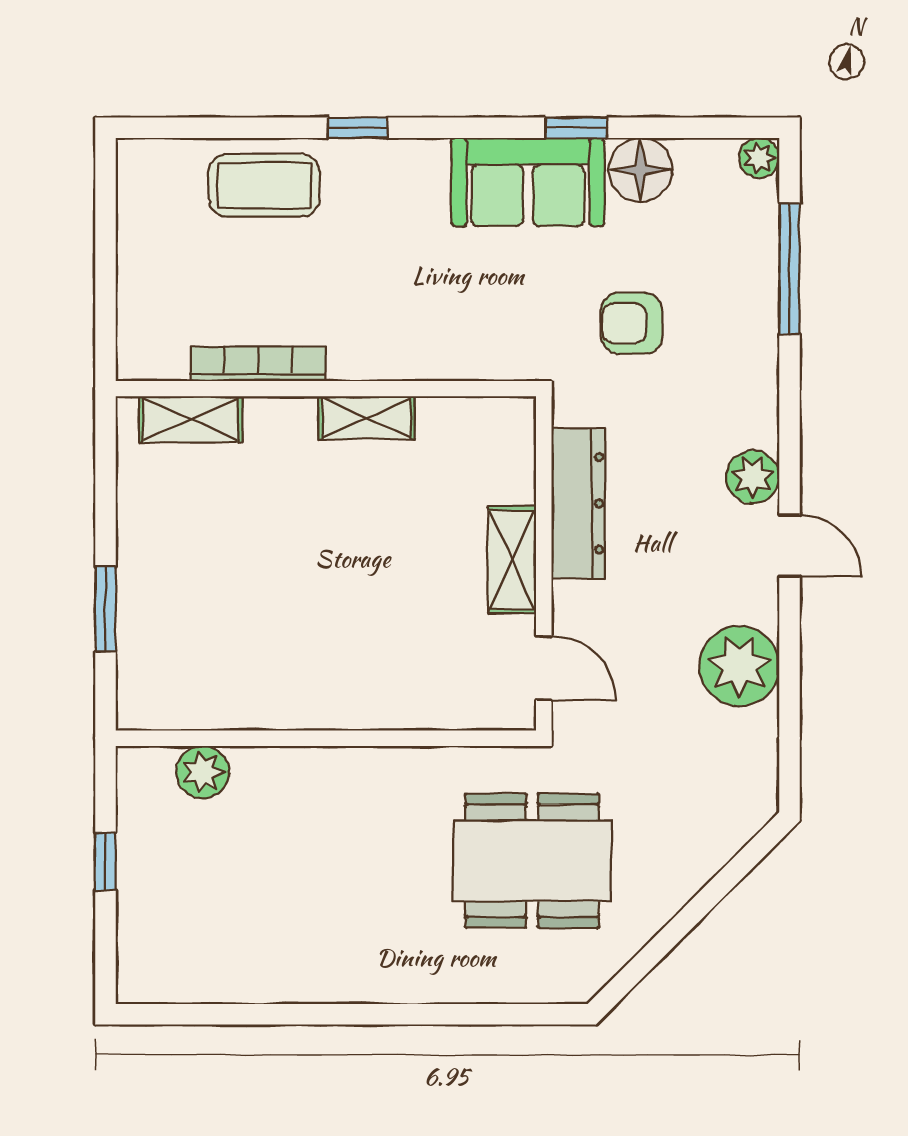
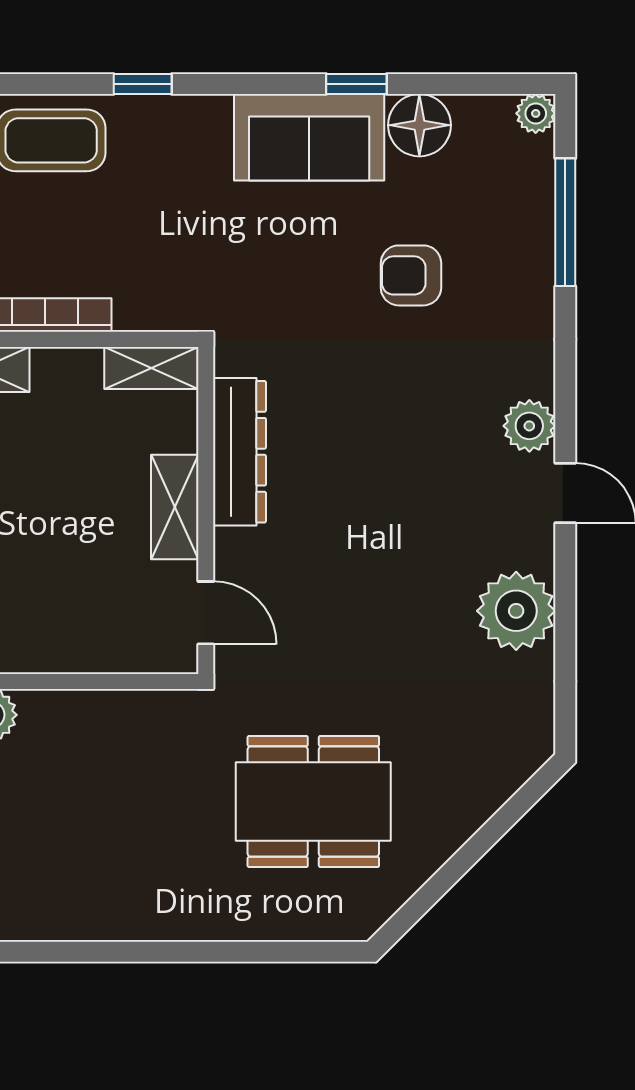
dresser: (578, 503) -> (239, 452), moved
shelving: (512, 560) -> (175, 507), moved
wall: (544, 563) -> (206, 510), moved
door: (544, 668) -> (206, 613), moved

